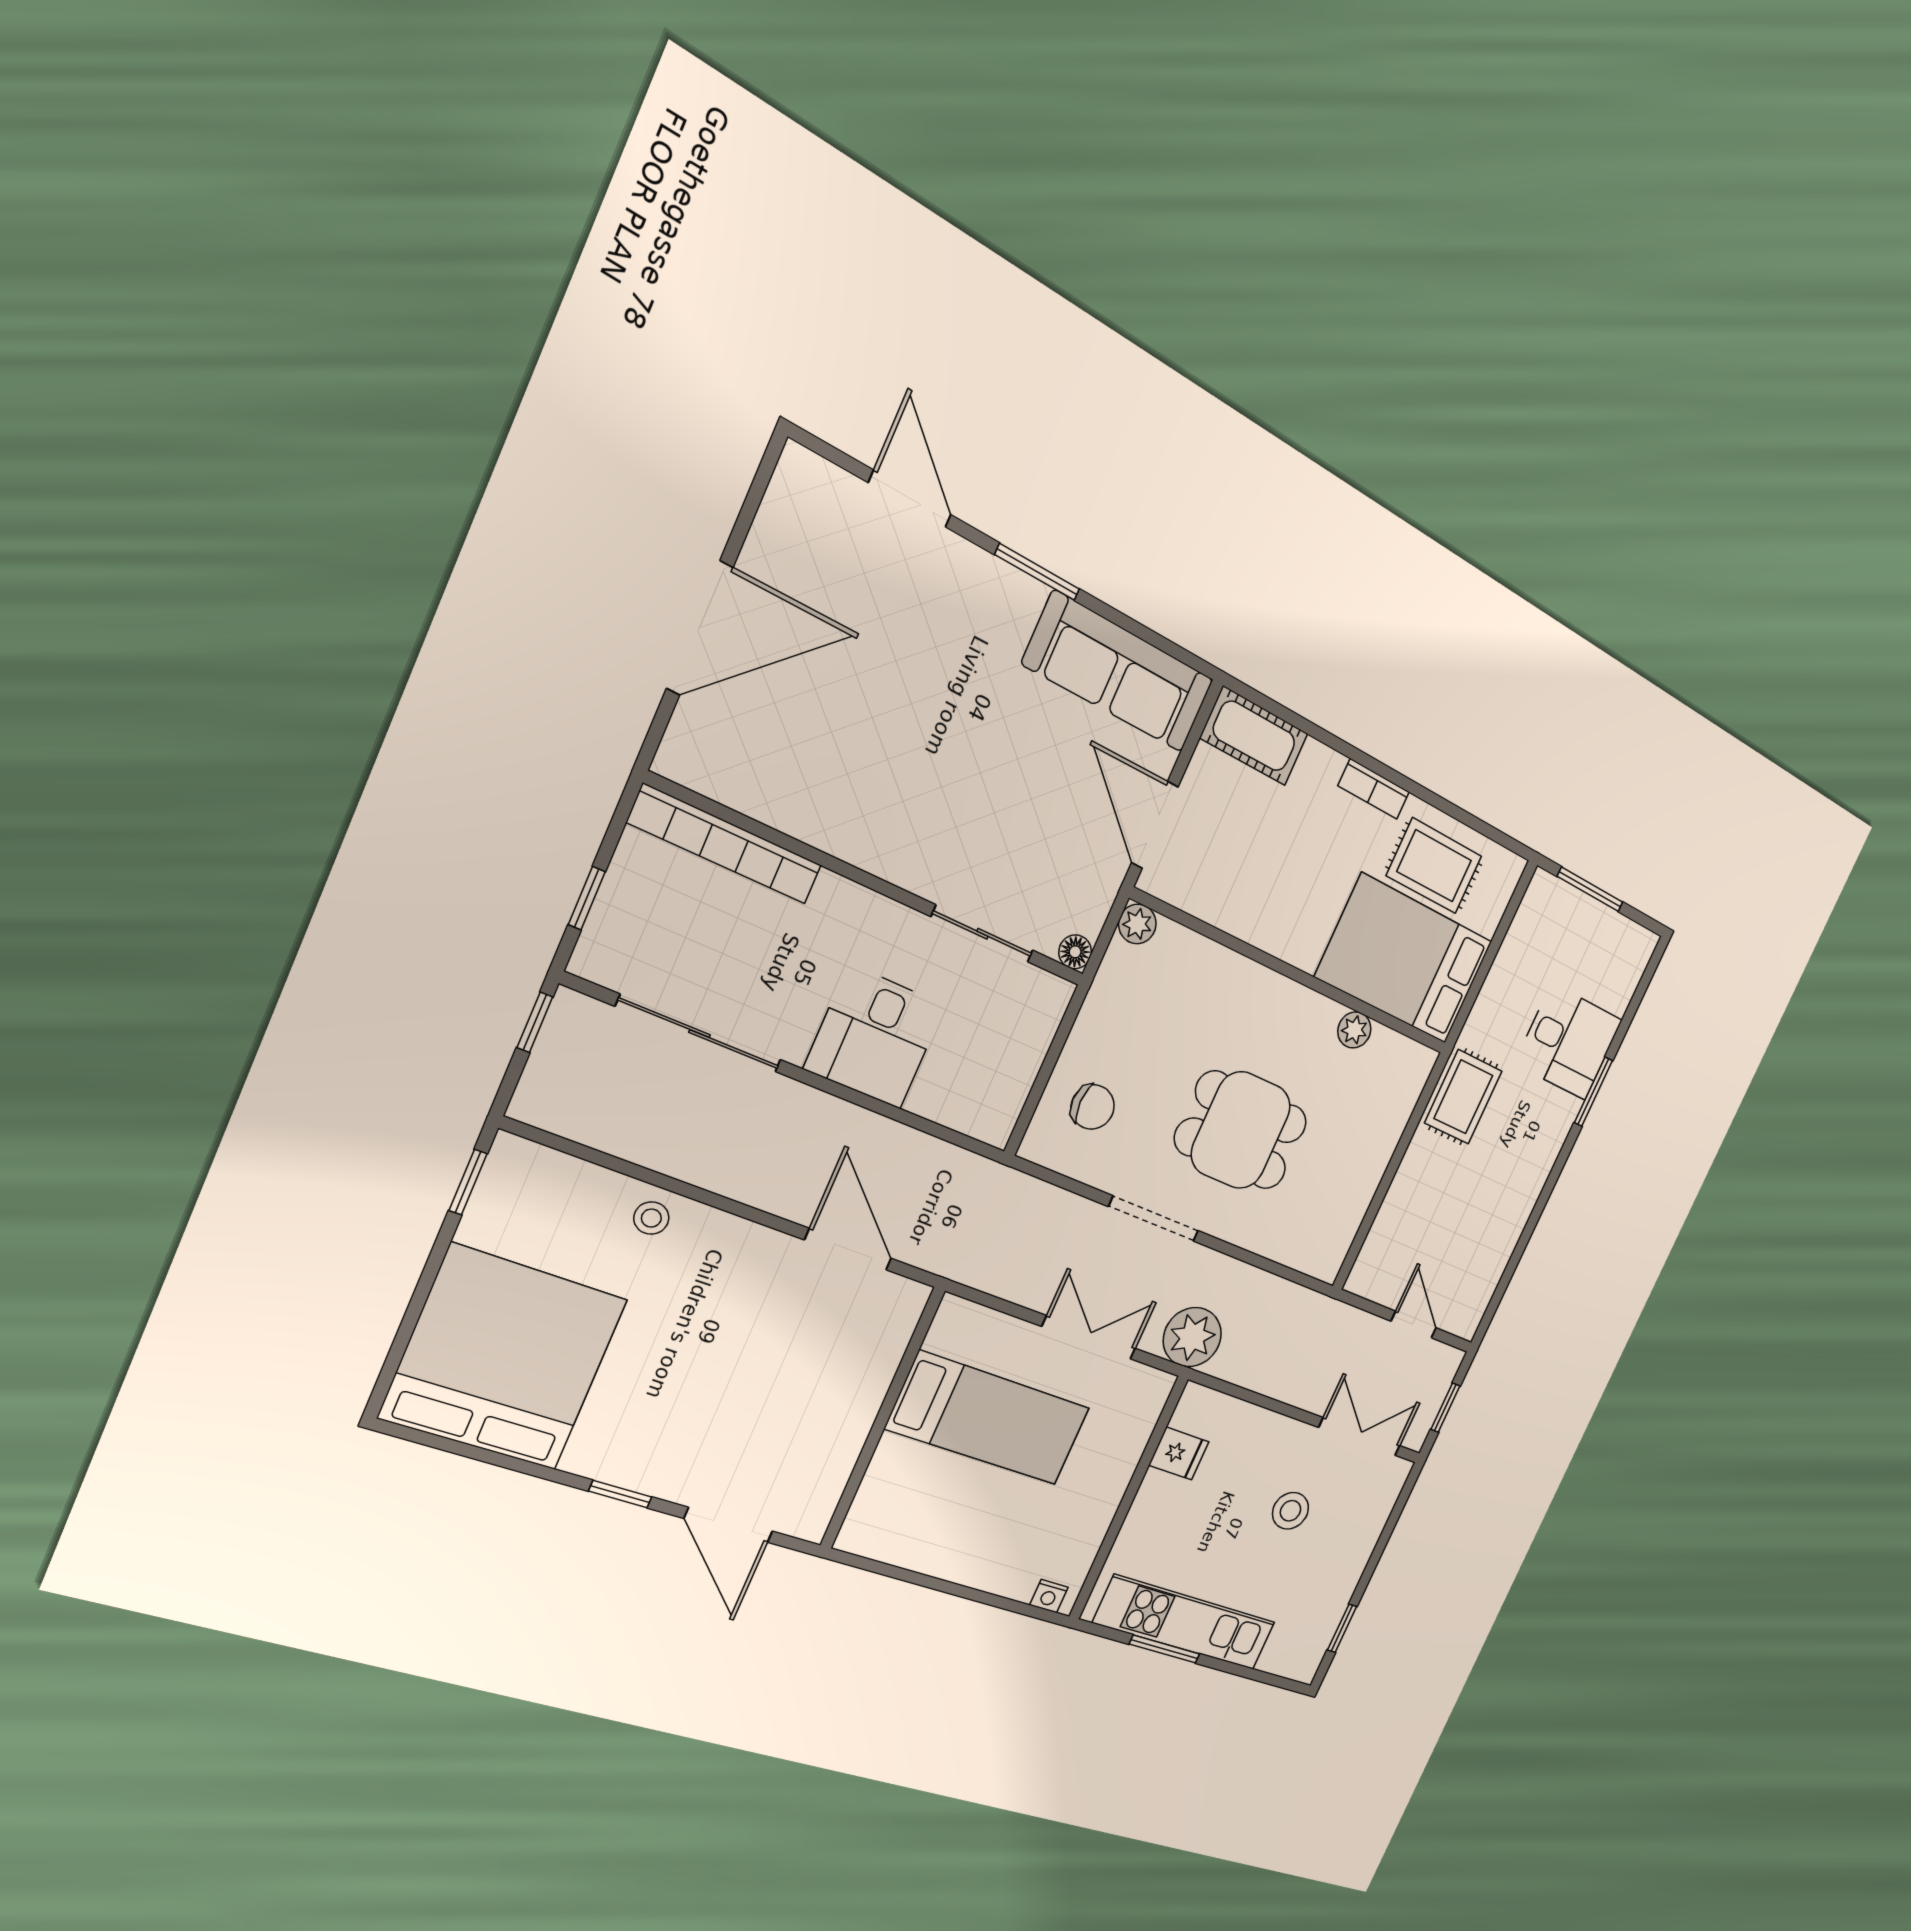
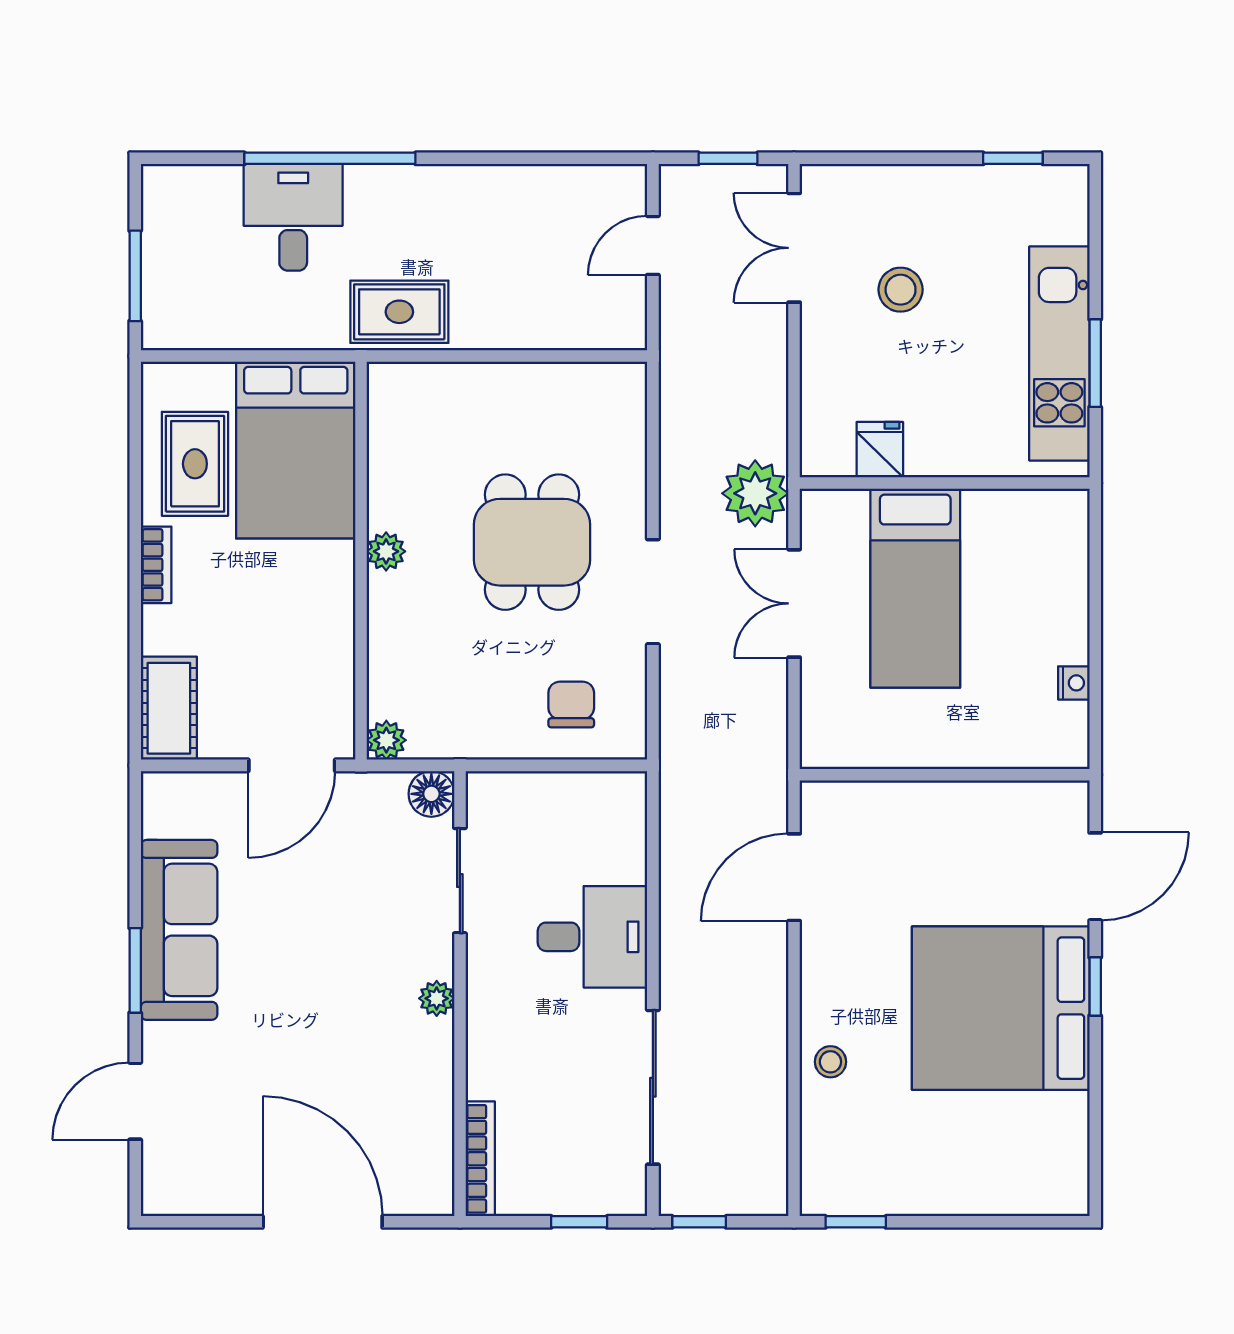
sofa: (1119, 672) -> (179, 930), moved
bookcase: (725, 844) -> (480, 1159), width x0.68, depth x0.76
plant: (881, 859) -> (437, 998), added
floor lamp: (1075, 952) -> (431, 794), width x1.37, depth x1.37
plant: (1354, 1030) -> (386, 551), moved
window: (1593, 1092) -> (330, 158), width x2.11
bed: (504, 1358) -> (1001, 1008), moved
bed: (988, 1418) -> (915, 588), moved, turned 180
nightstand: (1049, 1596) -> (1074, 683), moved

